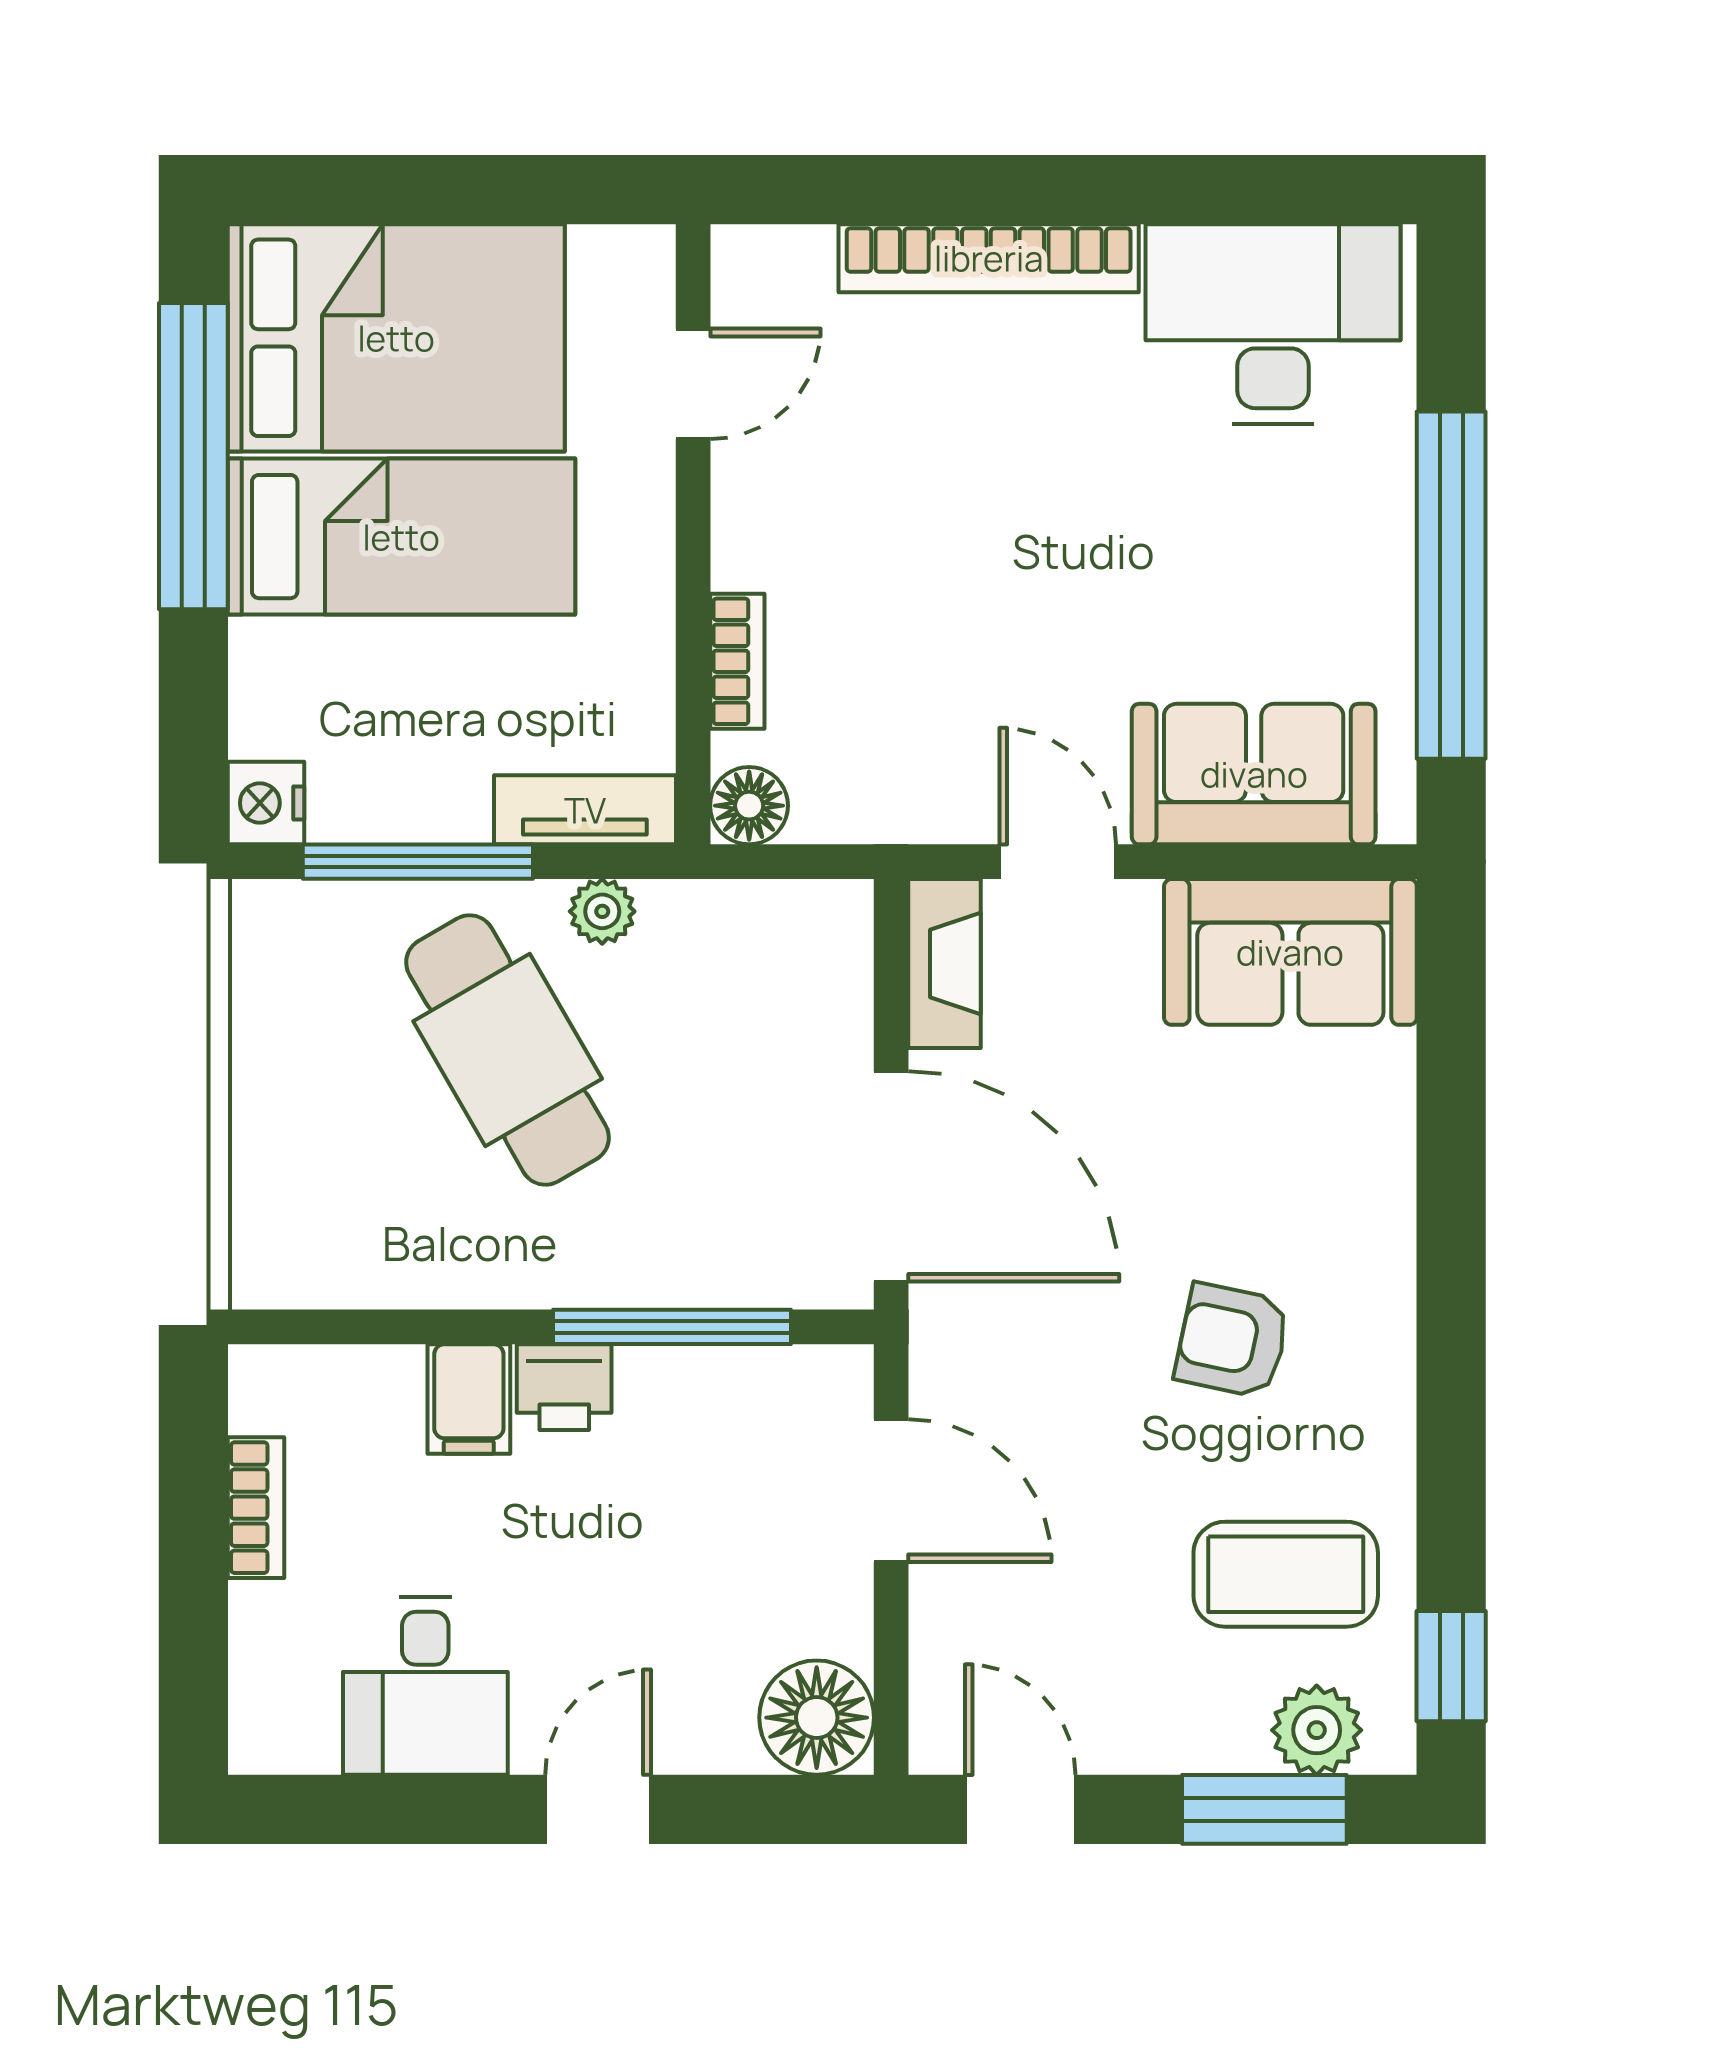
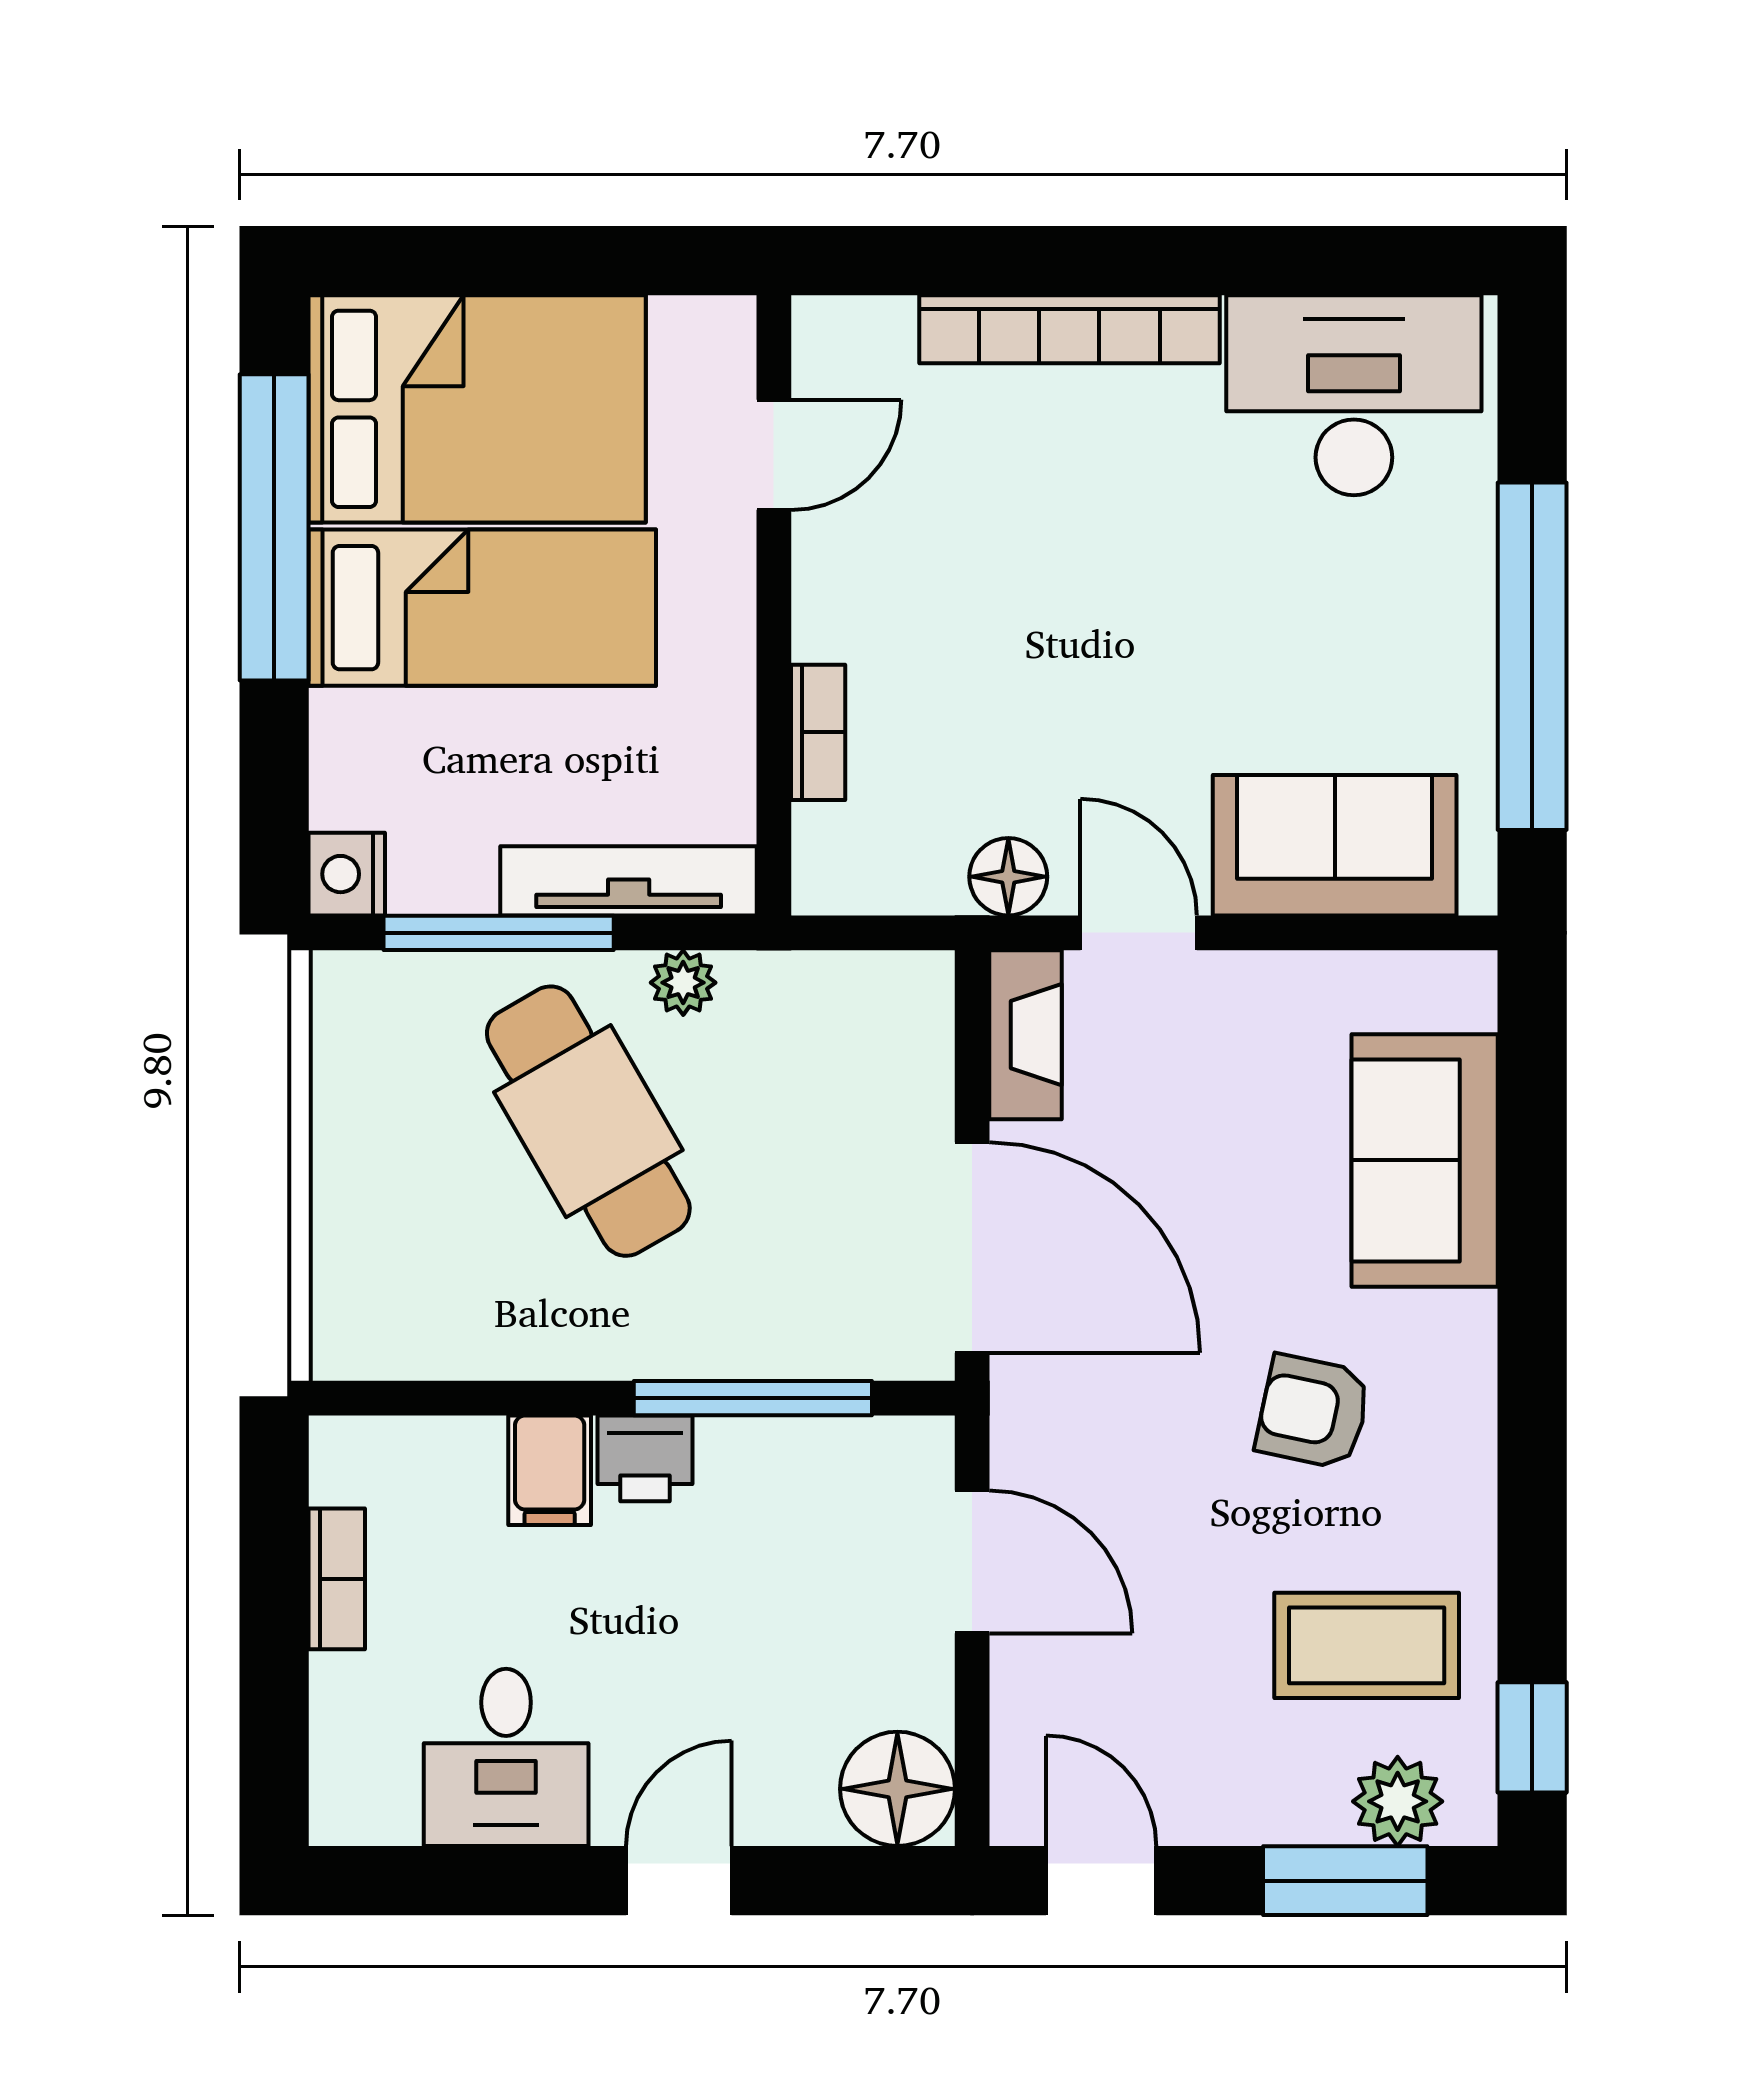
floor lamp: (749, 806) -> (1008, 877), moved
tv unit: (585, 810) -> (629, 881), width x1.41
sofa: (1290, 952) -> (1425, 1160), moved, turned 90

